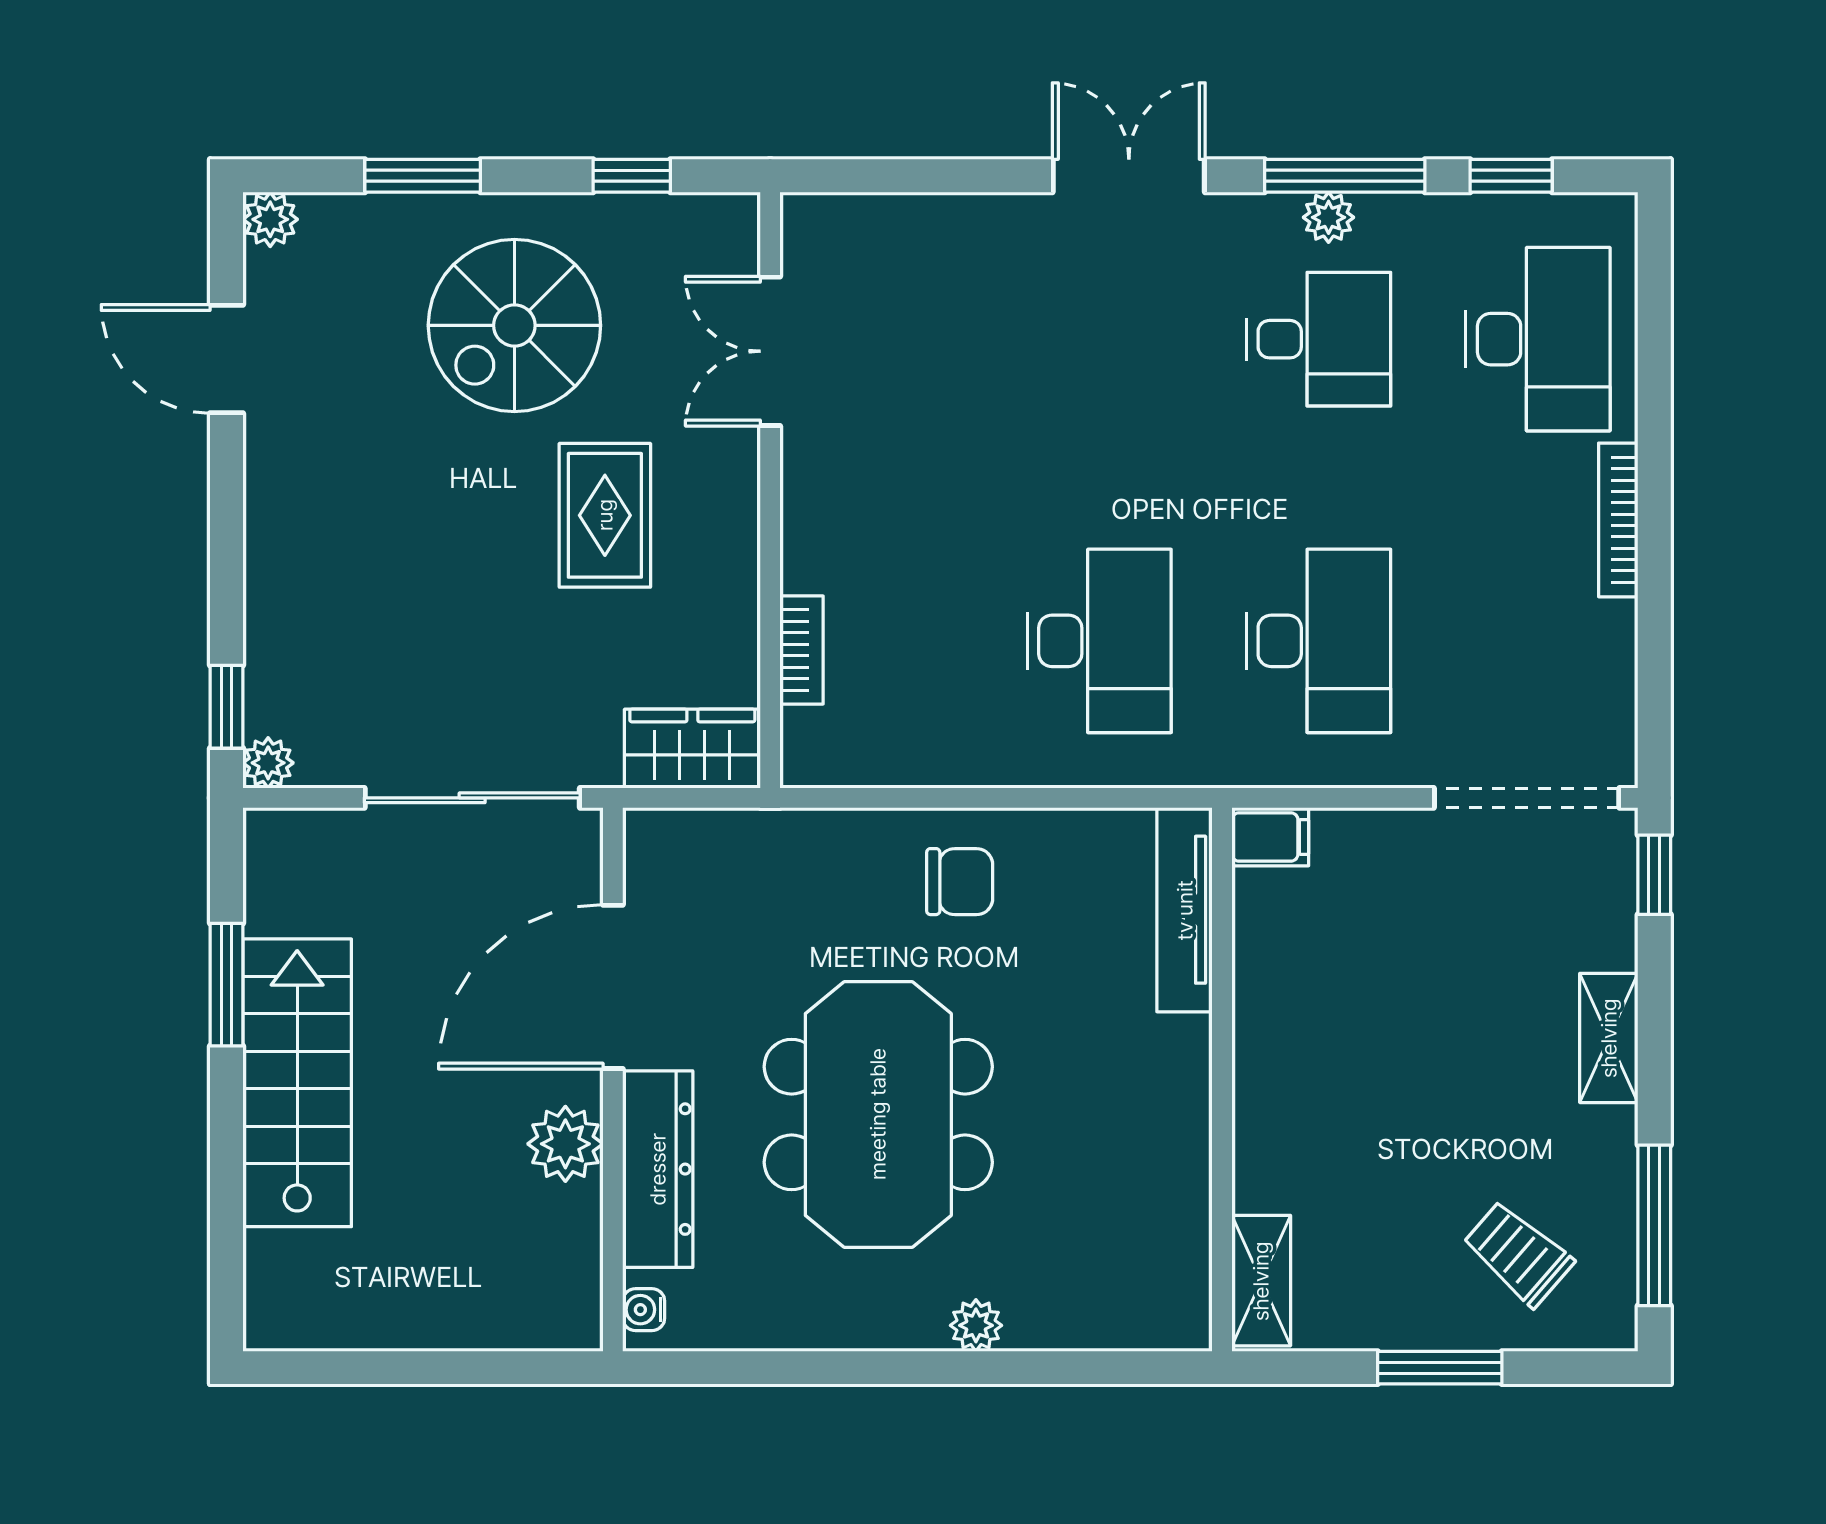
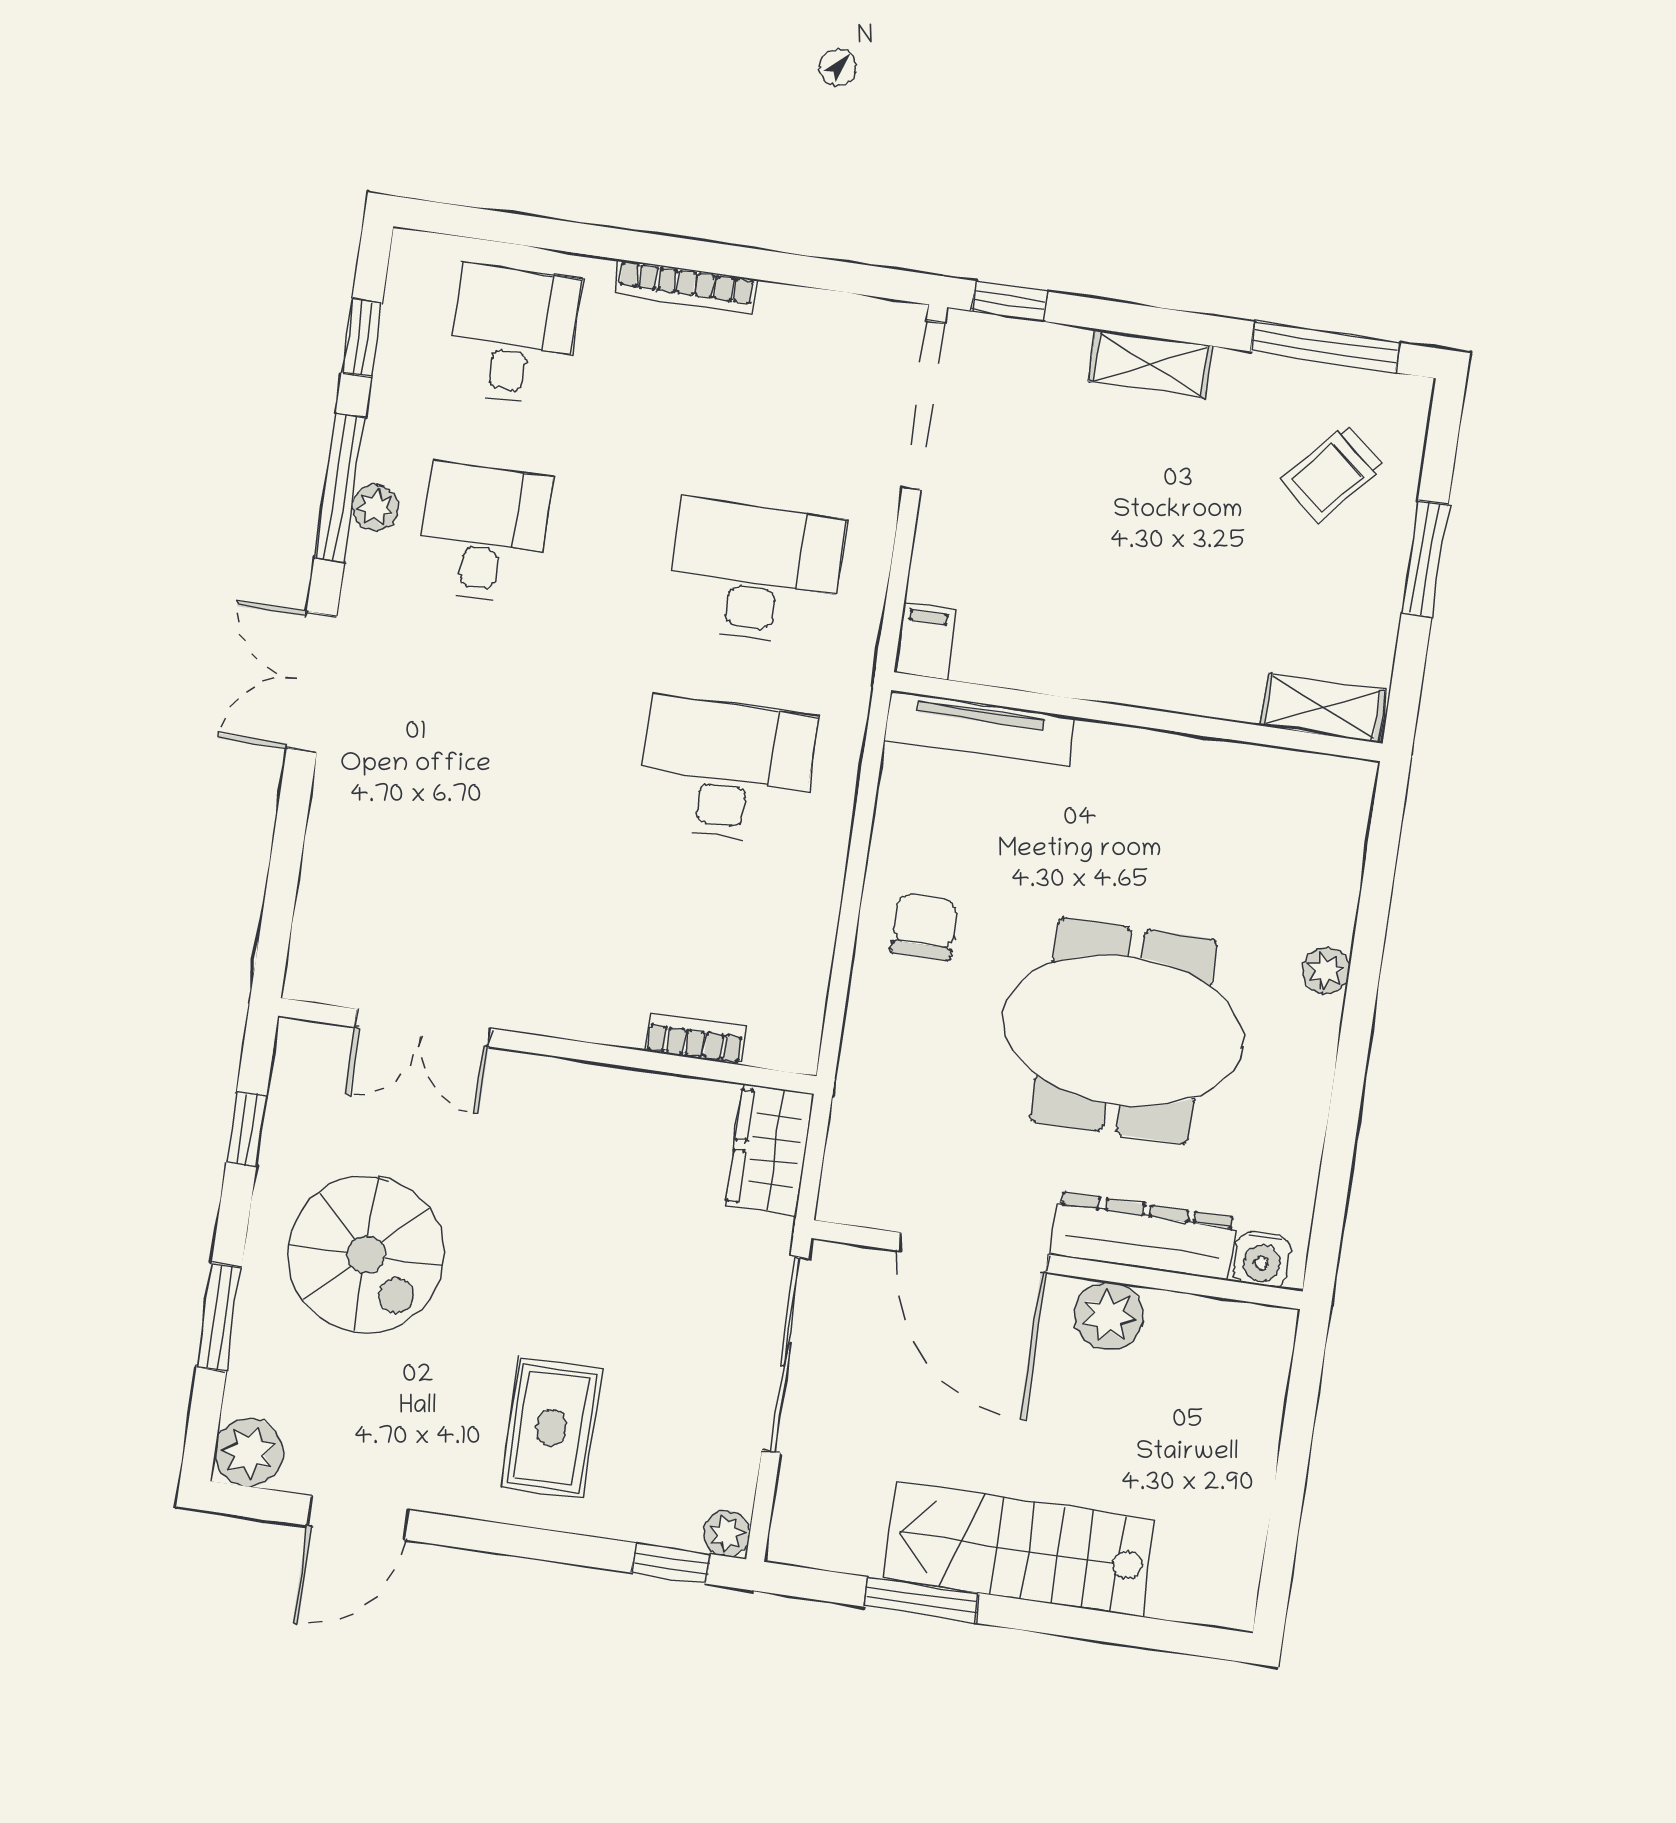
plant: (270, 219) -> (249, 1452), width x1.38, depth x1.38
desk: (1538, 339) -> (512, 335), width x0.73
rug: (605, 515) -> (551, 1428), moved, turned 90
water cooler: (644, 1310) -> (1262, 1259), width x1.38, depth x1.38

